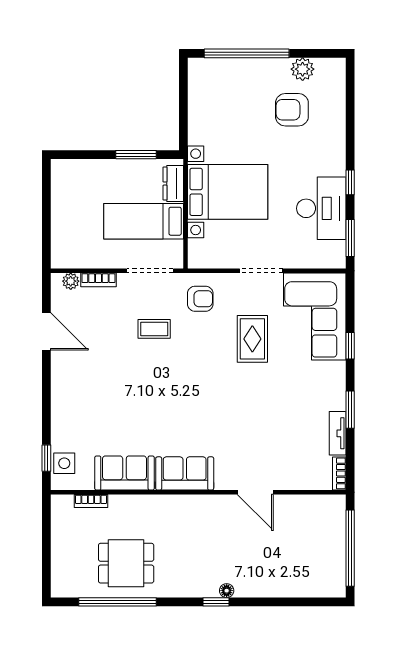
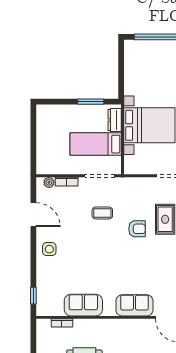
armchair: (200, 299) -> (137, 229), moved
side table: (64, 463) -> (49, 249), moved
sofa: (185, 473) -> (134, 305), moved

